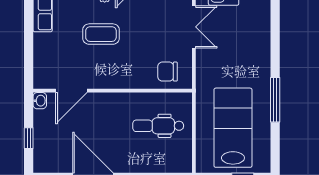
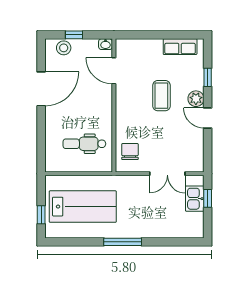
window: (275, 100) -> (123, 242), moved
dental chair: (158, 126) -> (84, 144), turned -90
stool: (44, 150) -> (64, 48), added

